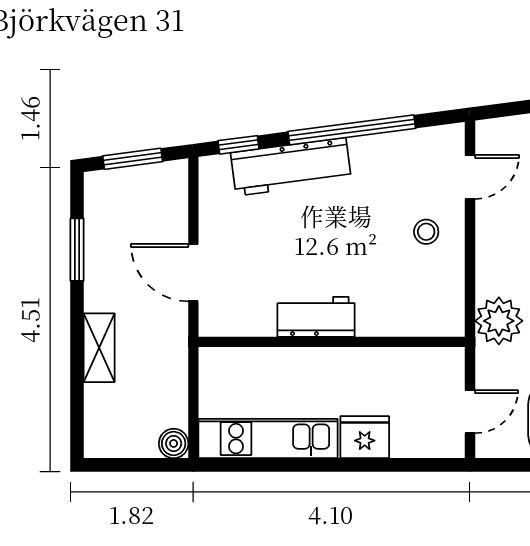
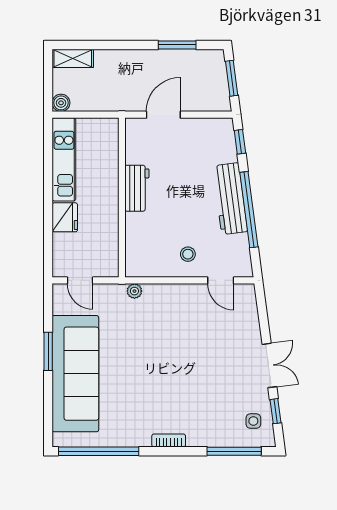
workbench: (291, 167) -> (230, 199), moved
plant: (499, 321) -> (134, 291), width x0.53, depth x0.53
shelving: (99, 348) -> (73, 58), moved

